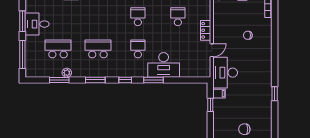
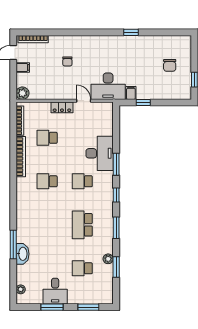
school desk: (58, 49) -> (82, 268), width x0.54
window: (22, 55) -> (88, 307), width x0.69

